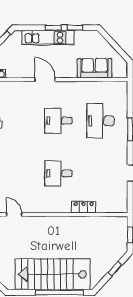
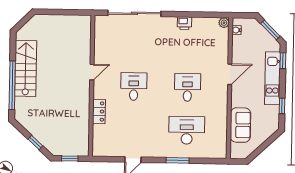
window: (53, 28) -> (283, 61), moved
door: (14, 215) -> (92, 72), moved
stairs: (53, 274) -> (26, 68), width x0.73, depth x0.66

